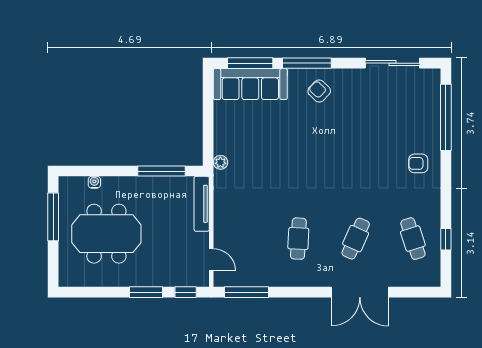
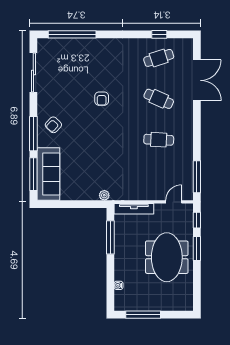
armchair: (418, 163) -> (102, 99), moved
meeting table: (106, 234) -> (167, 257), moved
double door: (360, 292) -> (197, 80), moved

